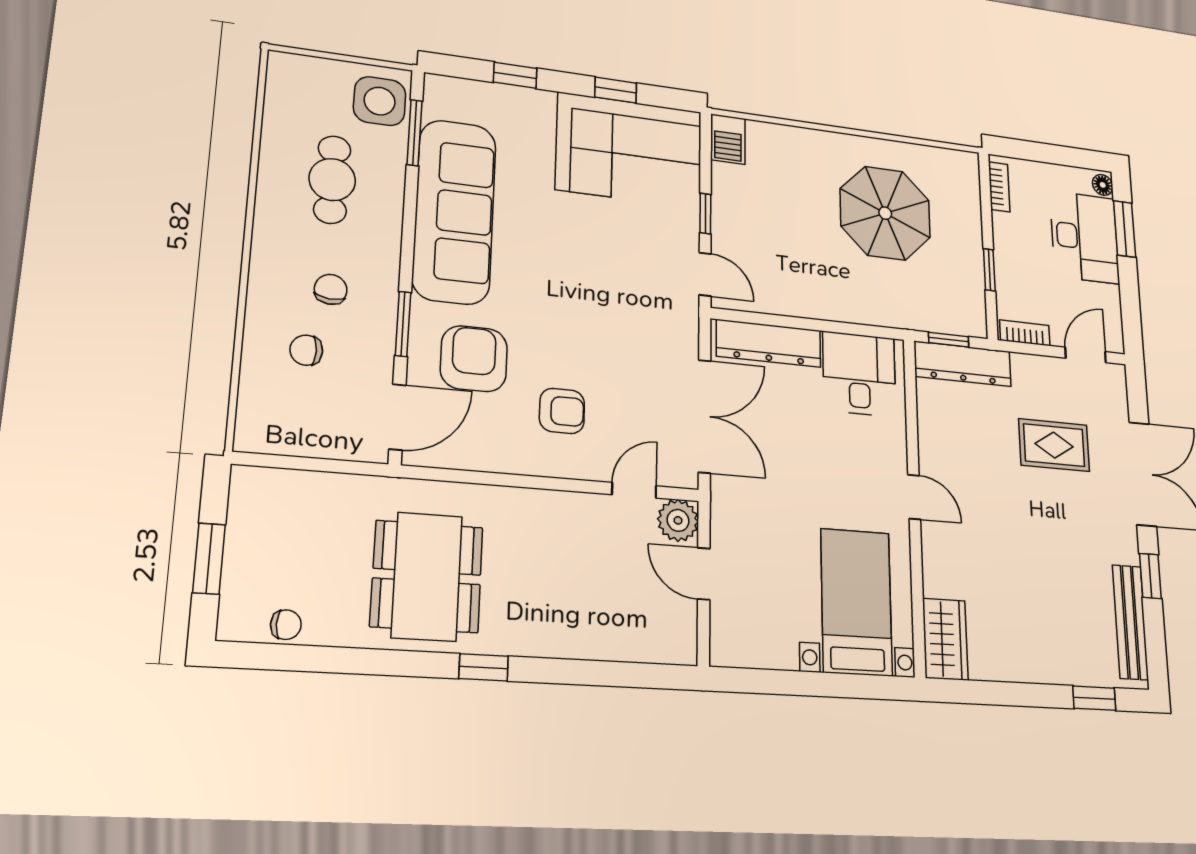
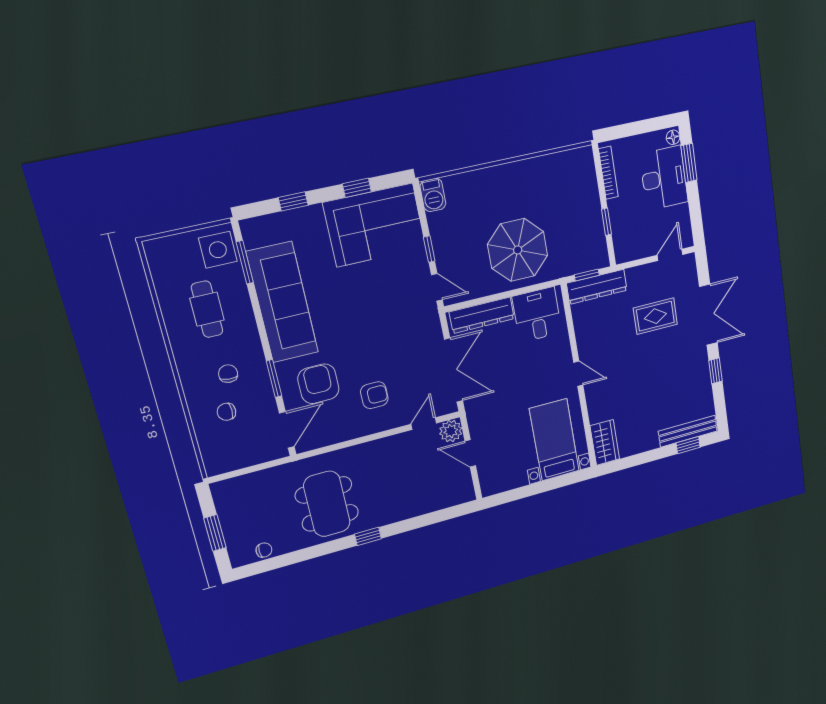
bookcase: (999, 187) -> (608, 173), width x1.56
parasol: (885, 213) -> (518, 250), moved
bookcase: (1025, 333) -> (632, 254), removed
bench: (1130, 622) -> (688, 431), moved, turned 90

